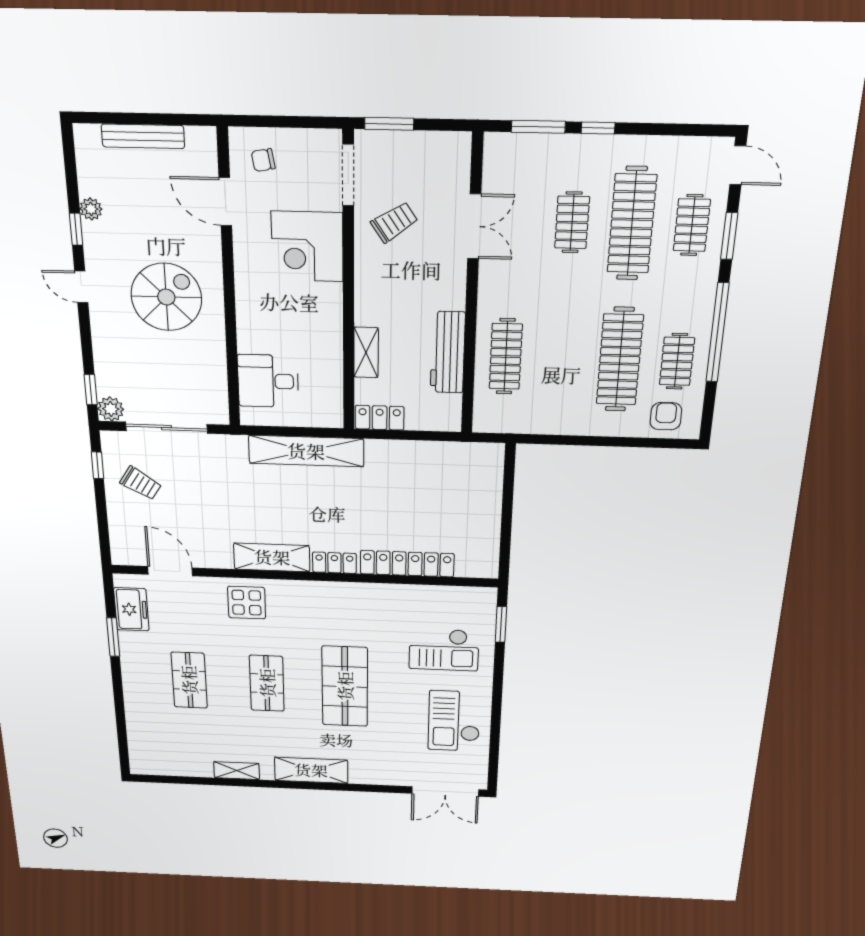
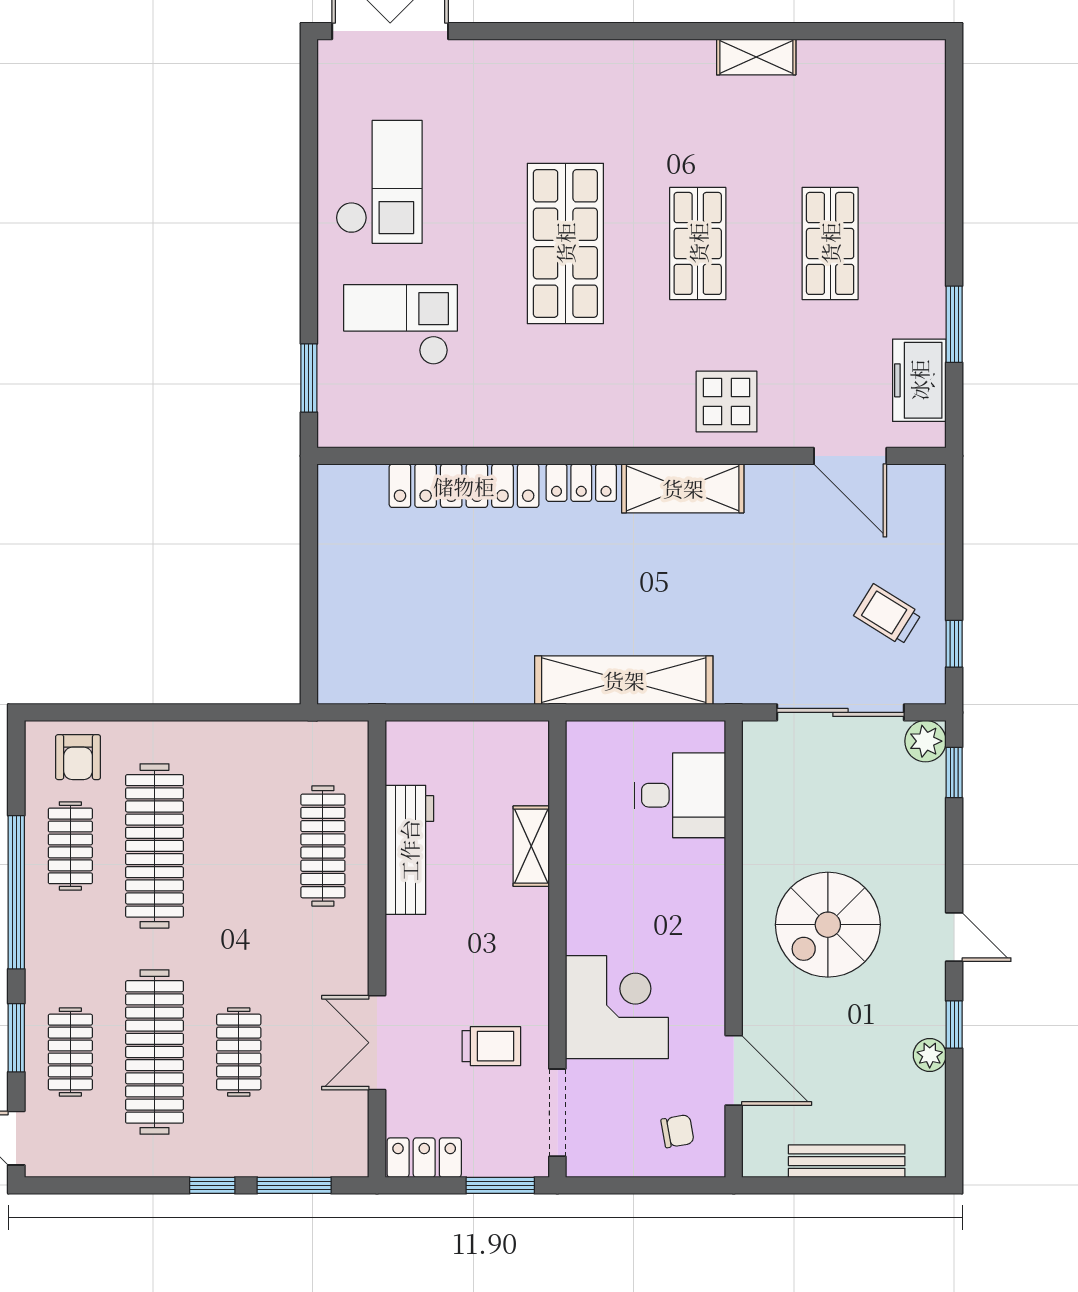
trolley: (394, 222) -> (491, 1046), turned -146
locker: (380, 418) -> (424, 1158), moved, turned 180
shelving: (311, 770) -> (625, 65), removed

